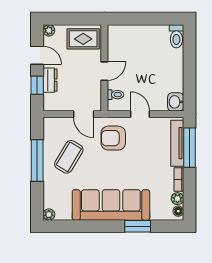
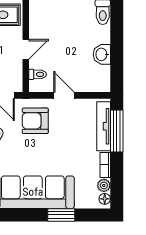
washbasin: (176, 102) -> (102, 54), moved

